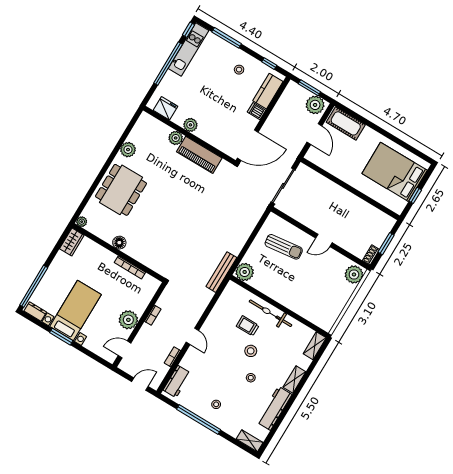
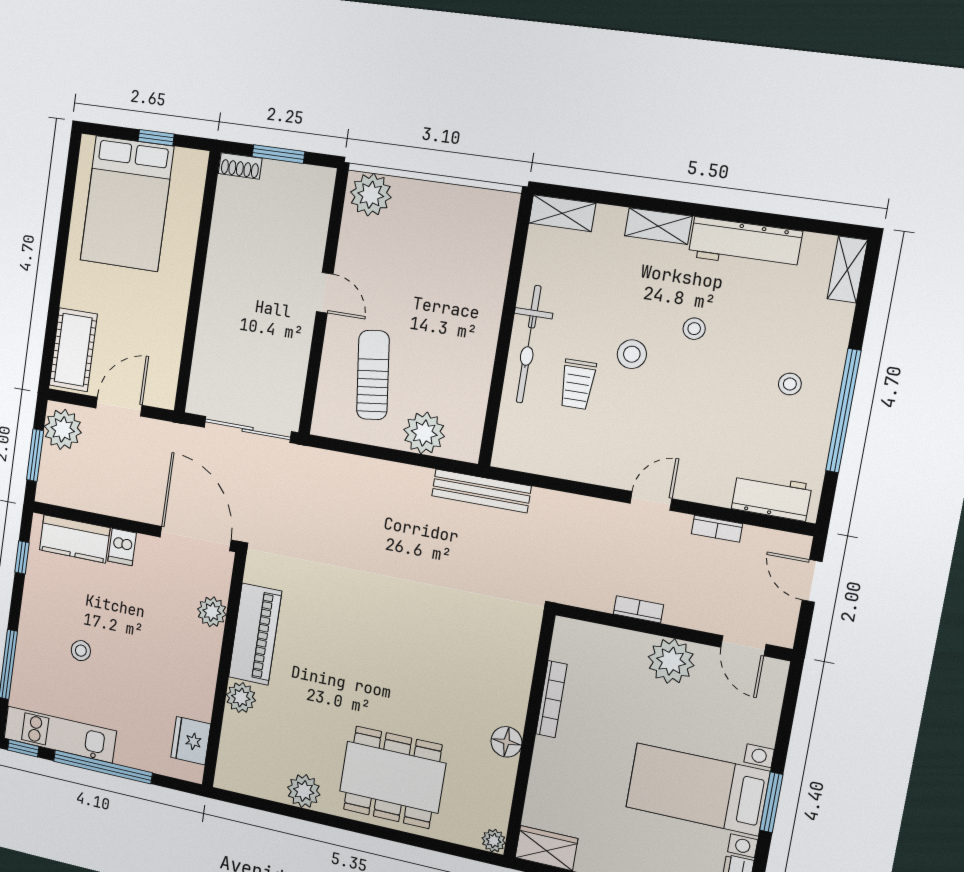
stool: (239, 70) -> (81, 651), moved
plant: (190, 125) -> (212, 612), moved
shoe rack: (371, 255) -> (240, 166), moved
plant: (245, 272) -> (424, 433), moved

